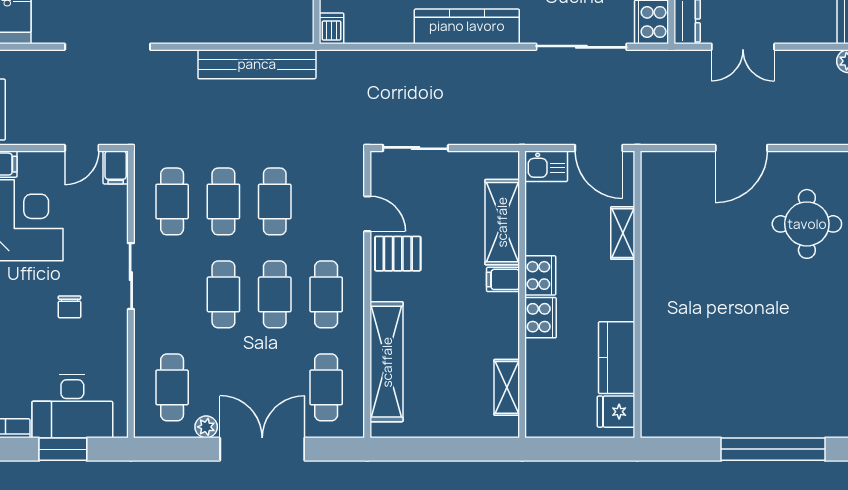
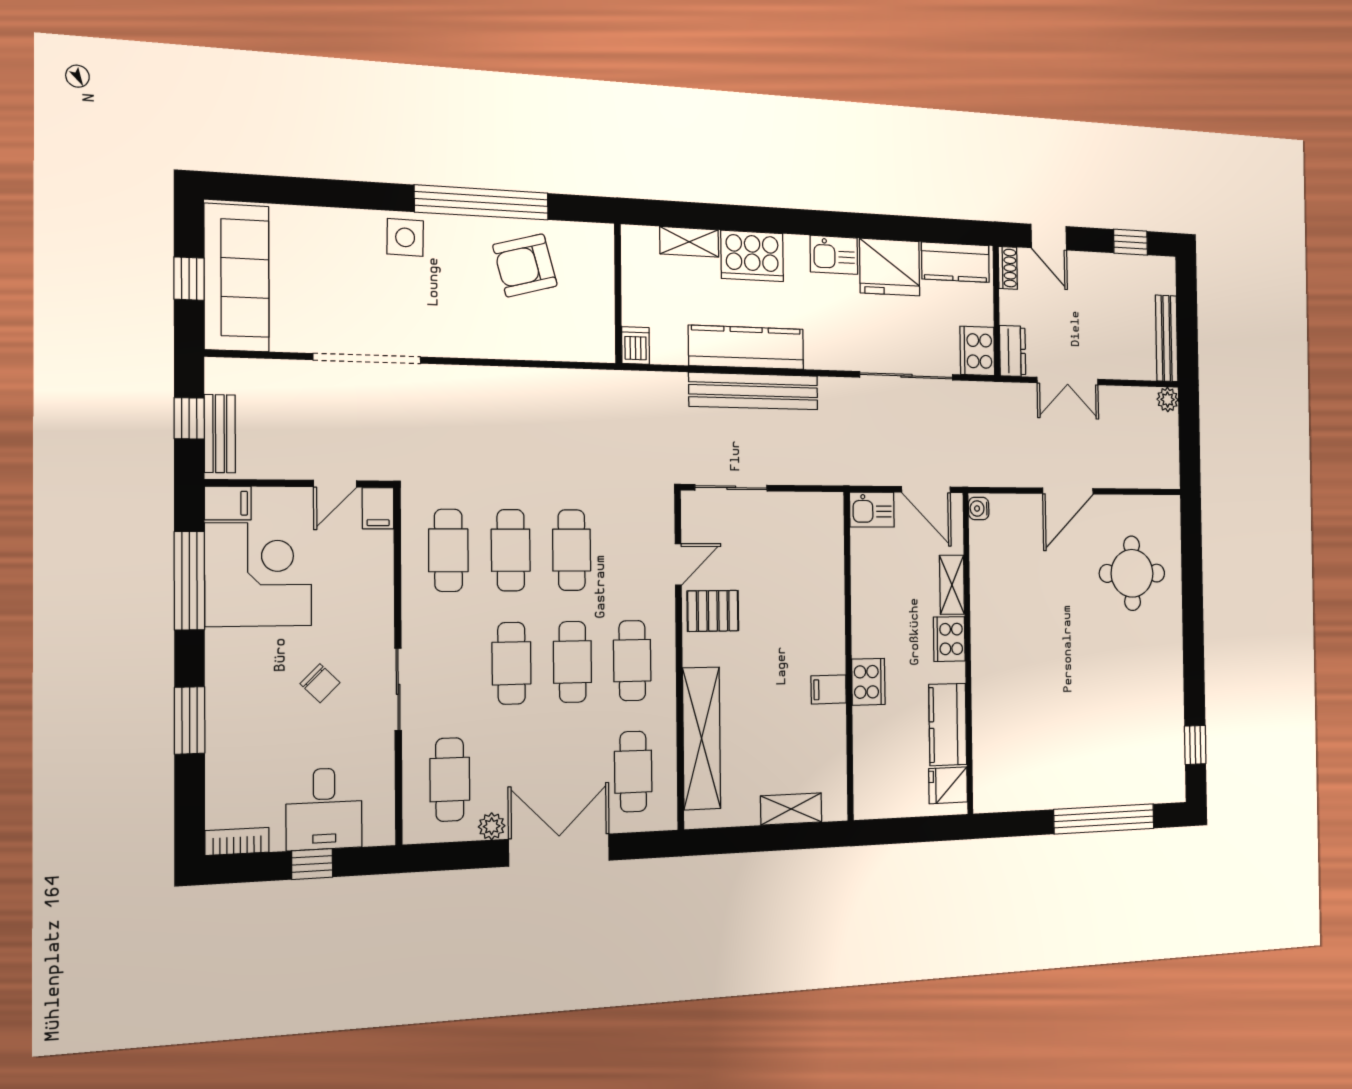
kitchen counter: (467, 26) -> (746, 347), moved
bench: (257, 64) -> (754, 391), moved
water cooler: (650, 165) -> (979, 509), added
door: (367, 214) -> (678, 564), hinge flipped
shelving: (502, 222) -> (826, 573), removed
cooker: (540, 275) -> (949, 639), moved, turned 180
sliding door: (131, 276) -> (398, 689), moved
filing cabinet: (503, 279) -> (829, 689), moved
chair: (69, 307) -> (320, 683), turned -45
shelving: (507, 387) -> (791, 809), moved, turned 90
desk: (72, 406) -> (324, 809), width x0.73
window: (63, 449) -> (312, 864), width x0.67

